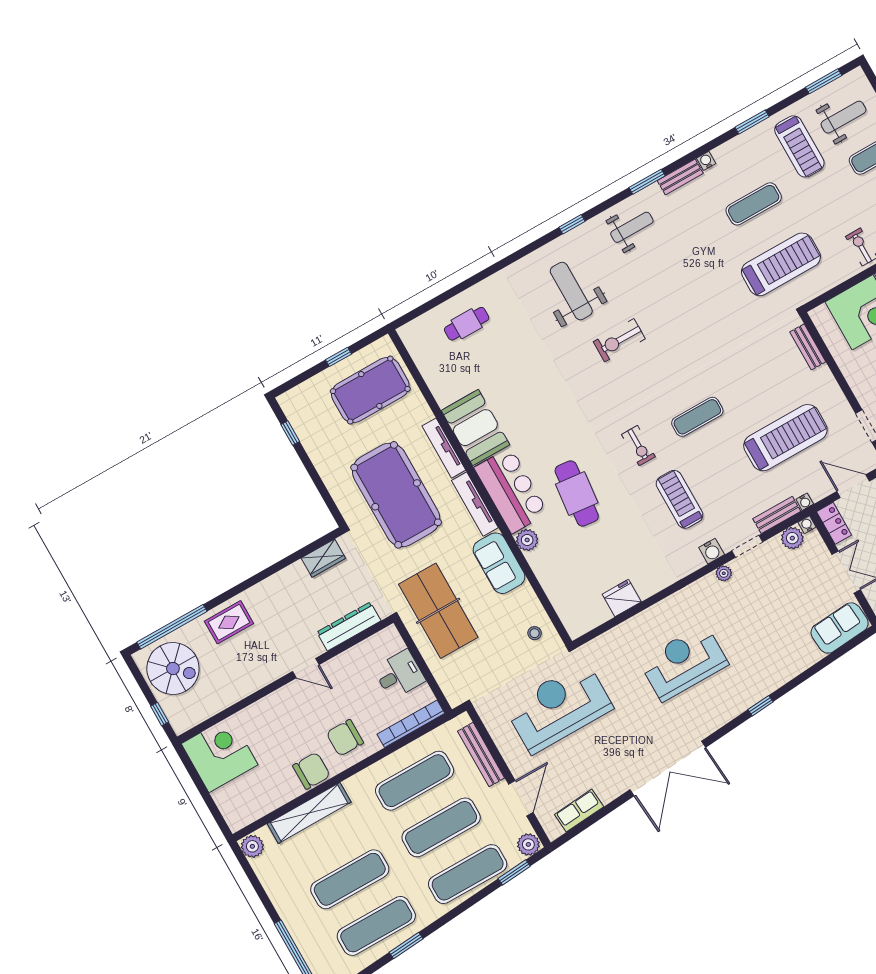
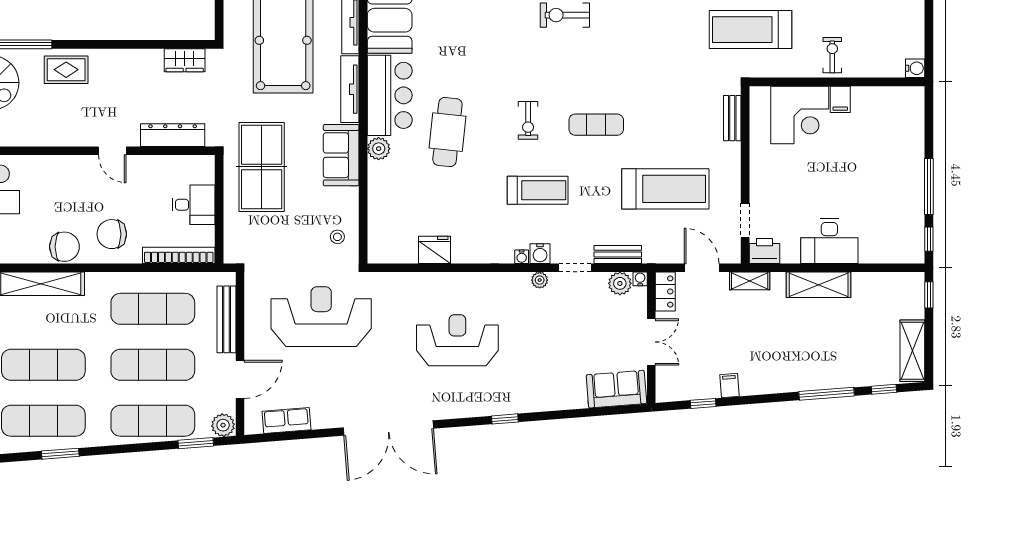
treadmill: (781, 264) -> (750, 30), turned 180
treadmill: (680, 499) -> (538, 190), turned 90
water cooler: (805, 502) -> (522, 257), moved

